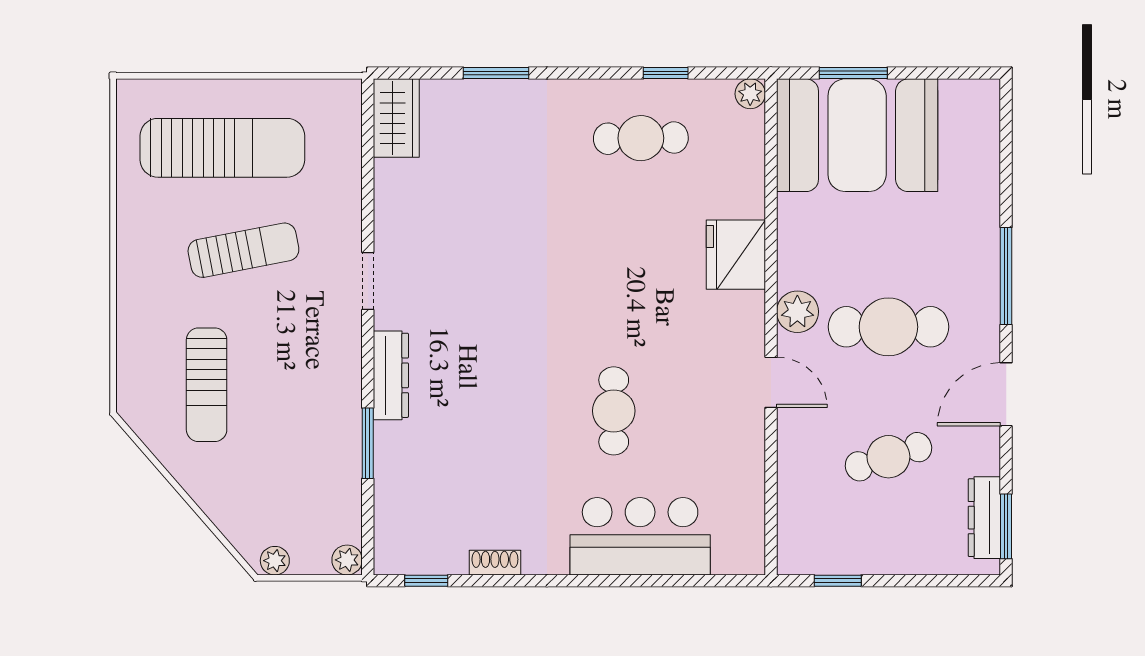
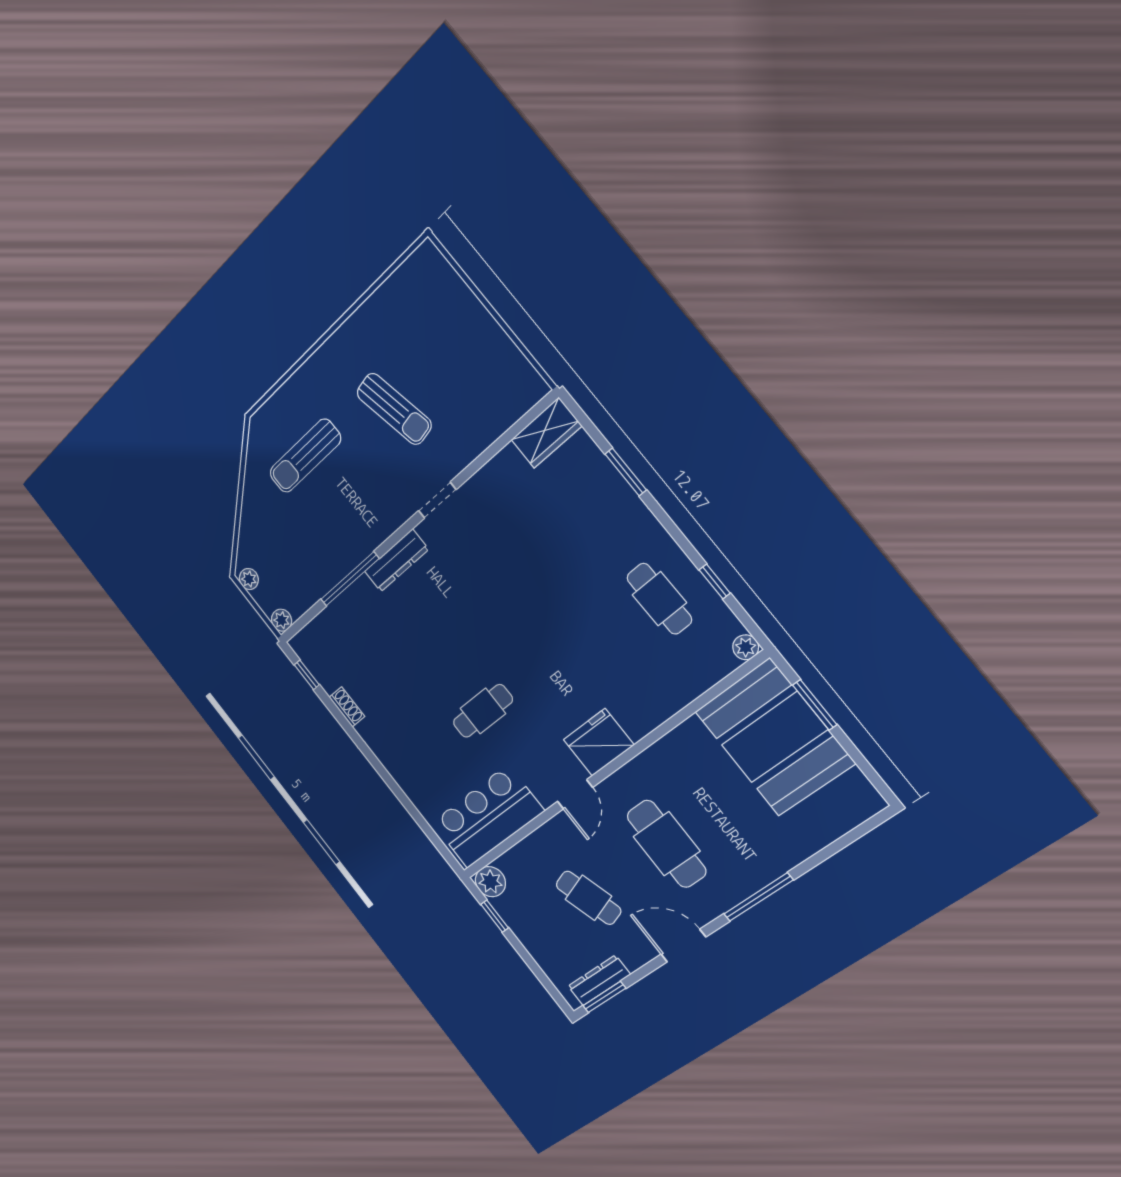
sun lounger: (222, 148) -> (441, 341), removed
fridge: (736, 255) -> (599, 742), moved
plant: (797, 312) -> (490, 882), moved
window: (368, 443) -> (350, 579), width x1.44
bar counter: (640, 536) -> (487, 817), moved, turned -90

